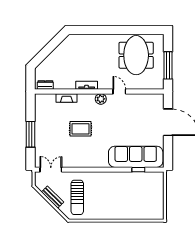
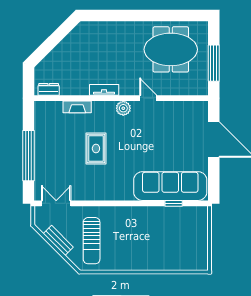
meeting table: (136, 55) -> (171, 49), turned 90
rug: (80, 129) -> (96, 148), turned 90
window: (30, 134) -> (29, 156), width x1.46

